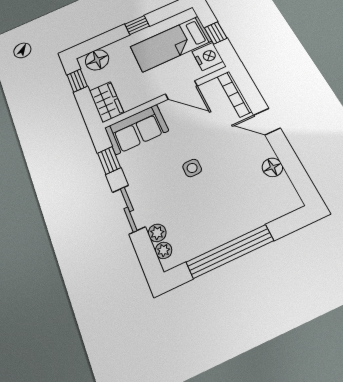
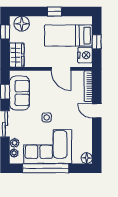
sofa: (136, 129) -> (20, 93), moved, turned -90
floor lamp: (272, 167) -> (87, 158), moved
corner sofa: (216, 213) -> (48, 147), added

